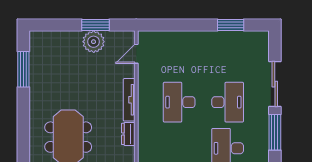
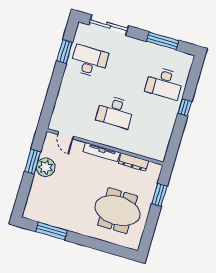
sliding door: (275, 84) -> (109, 25), moved
desk: (228, 102) -> (89, 61), moved
dresser: (128, 134) -> (133, 162), width x1.44

